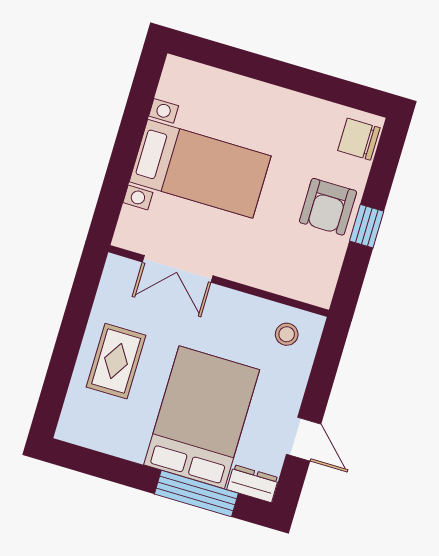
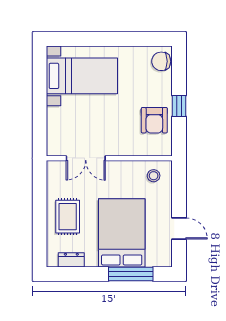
bed with nightstands: (200, 169) -> (82, 76), moved
armchair: (328, 207) -> (154, 120), moved
dresser: (253, 484) -> (71, 260), moved

